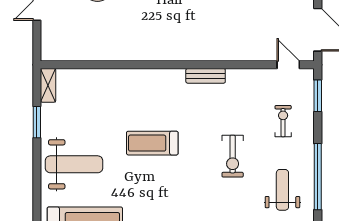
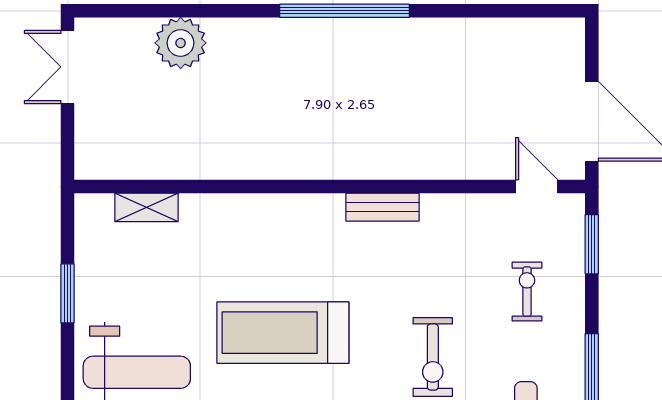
shelving: (48, 85) -> (146, 207), moved, turned 90
treadmill: (152, 143) -> (283, 333), width x1.37, depth x1.38

